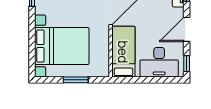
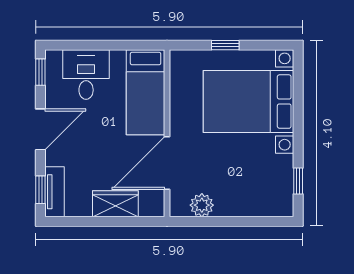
desk: (159, 62) -> (86, 75), width x0.73
window: (76, 80) -> (225, 45), width x0.67

